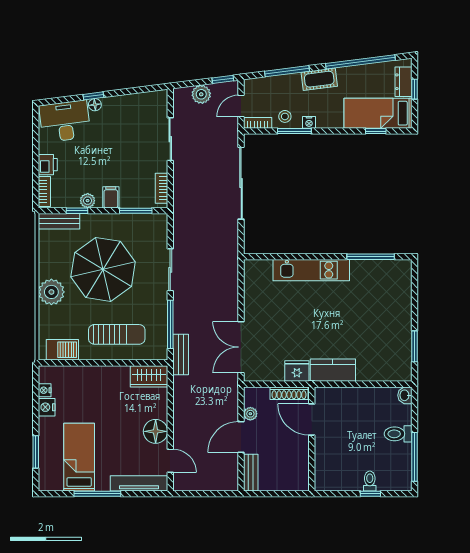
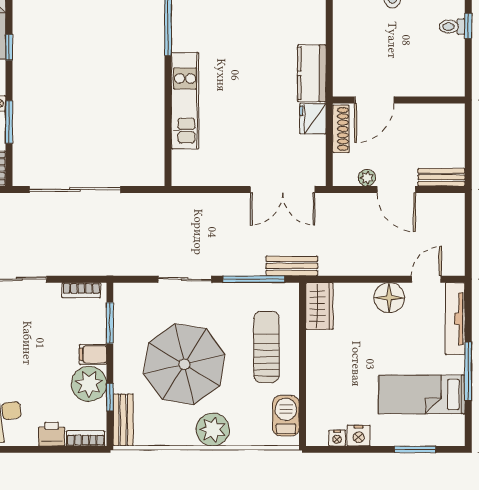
window: (376, 131) -> (9, 47), moved
plant: (88, 201) -> (89, 384), width x1.87, depth x1.87

